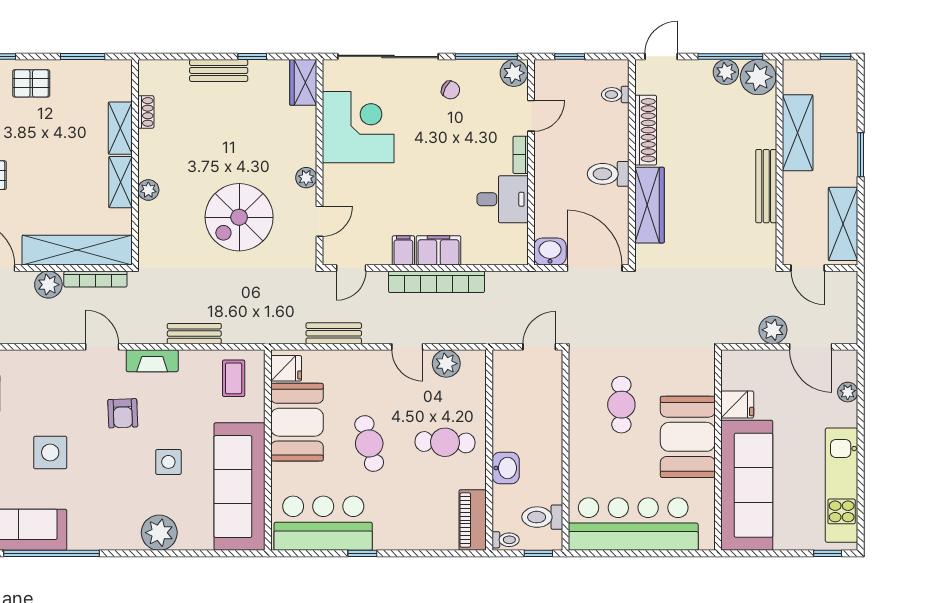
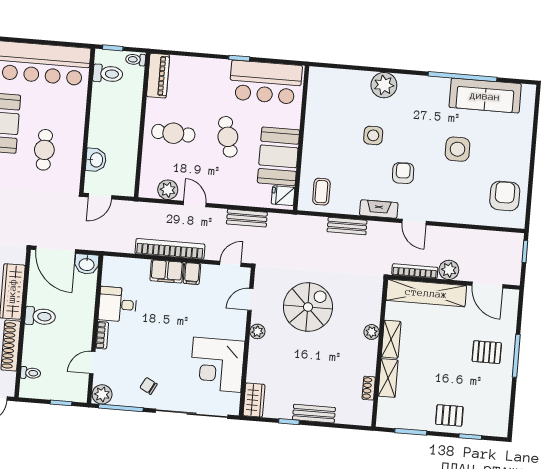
washbasin: (506, 468) -> (96, 160), moved, turned 180
sofa: (239, 487) -> (324, 113), removed

